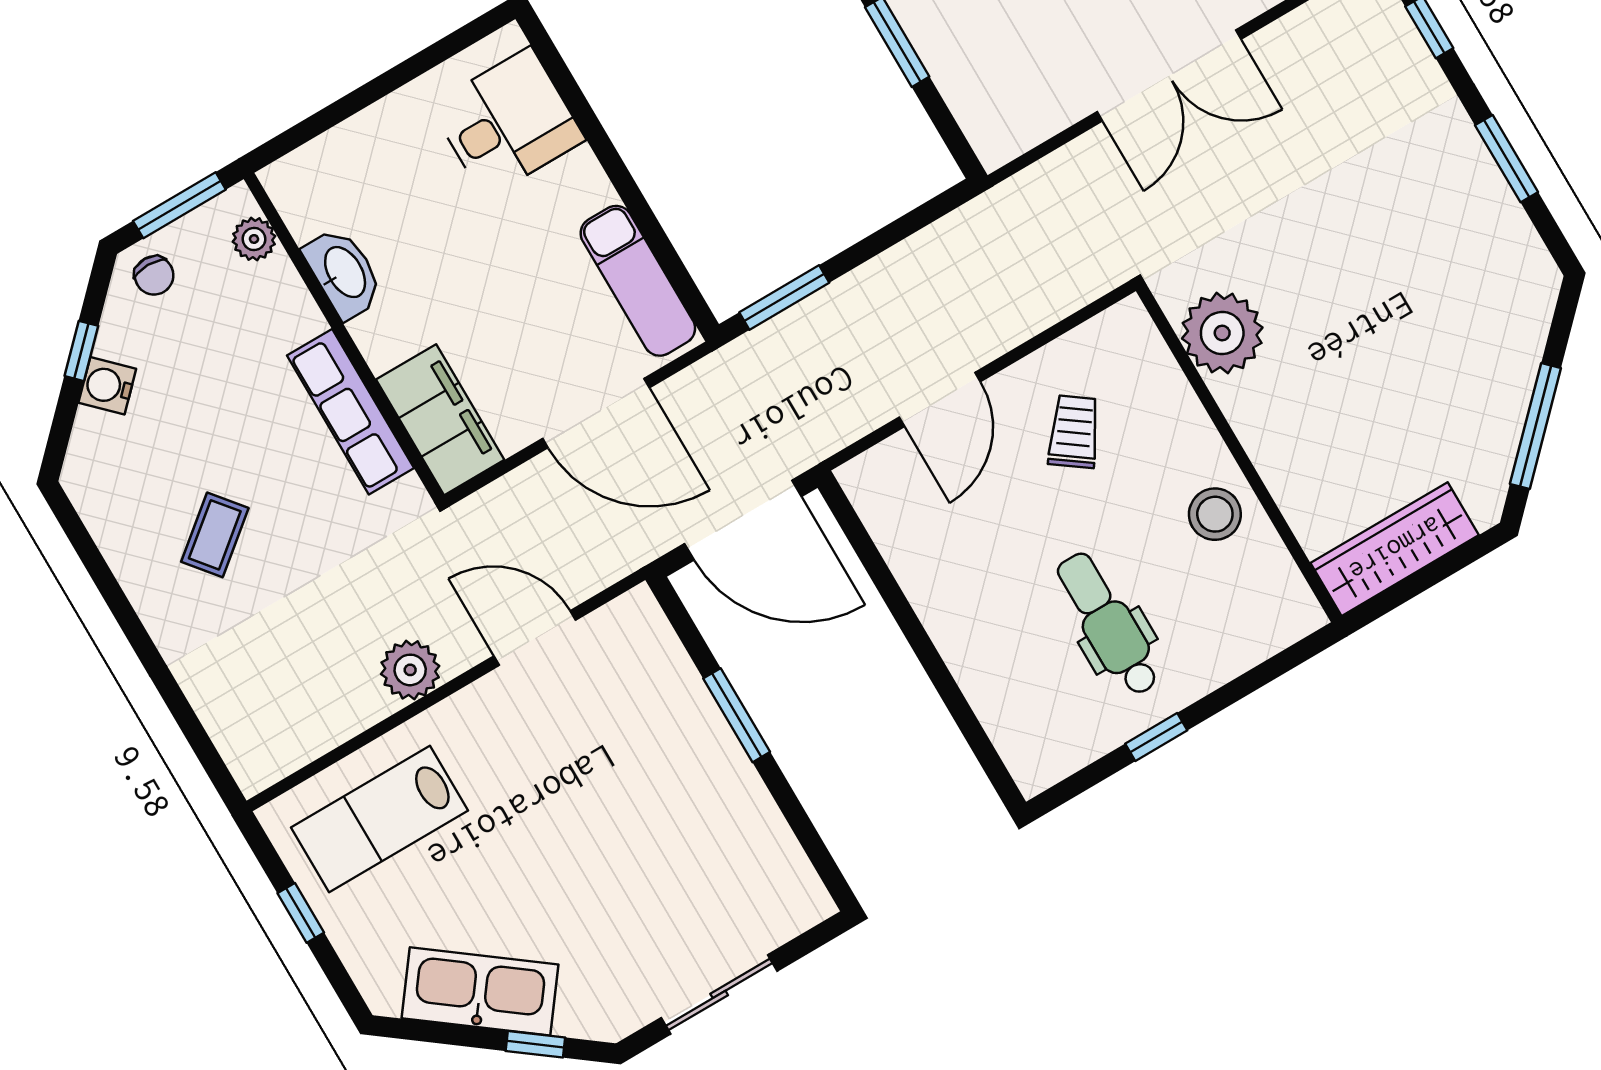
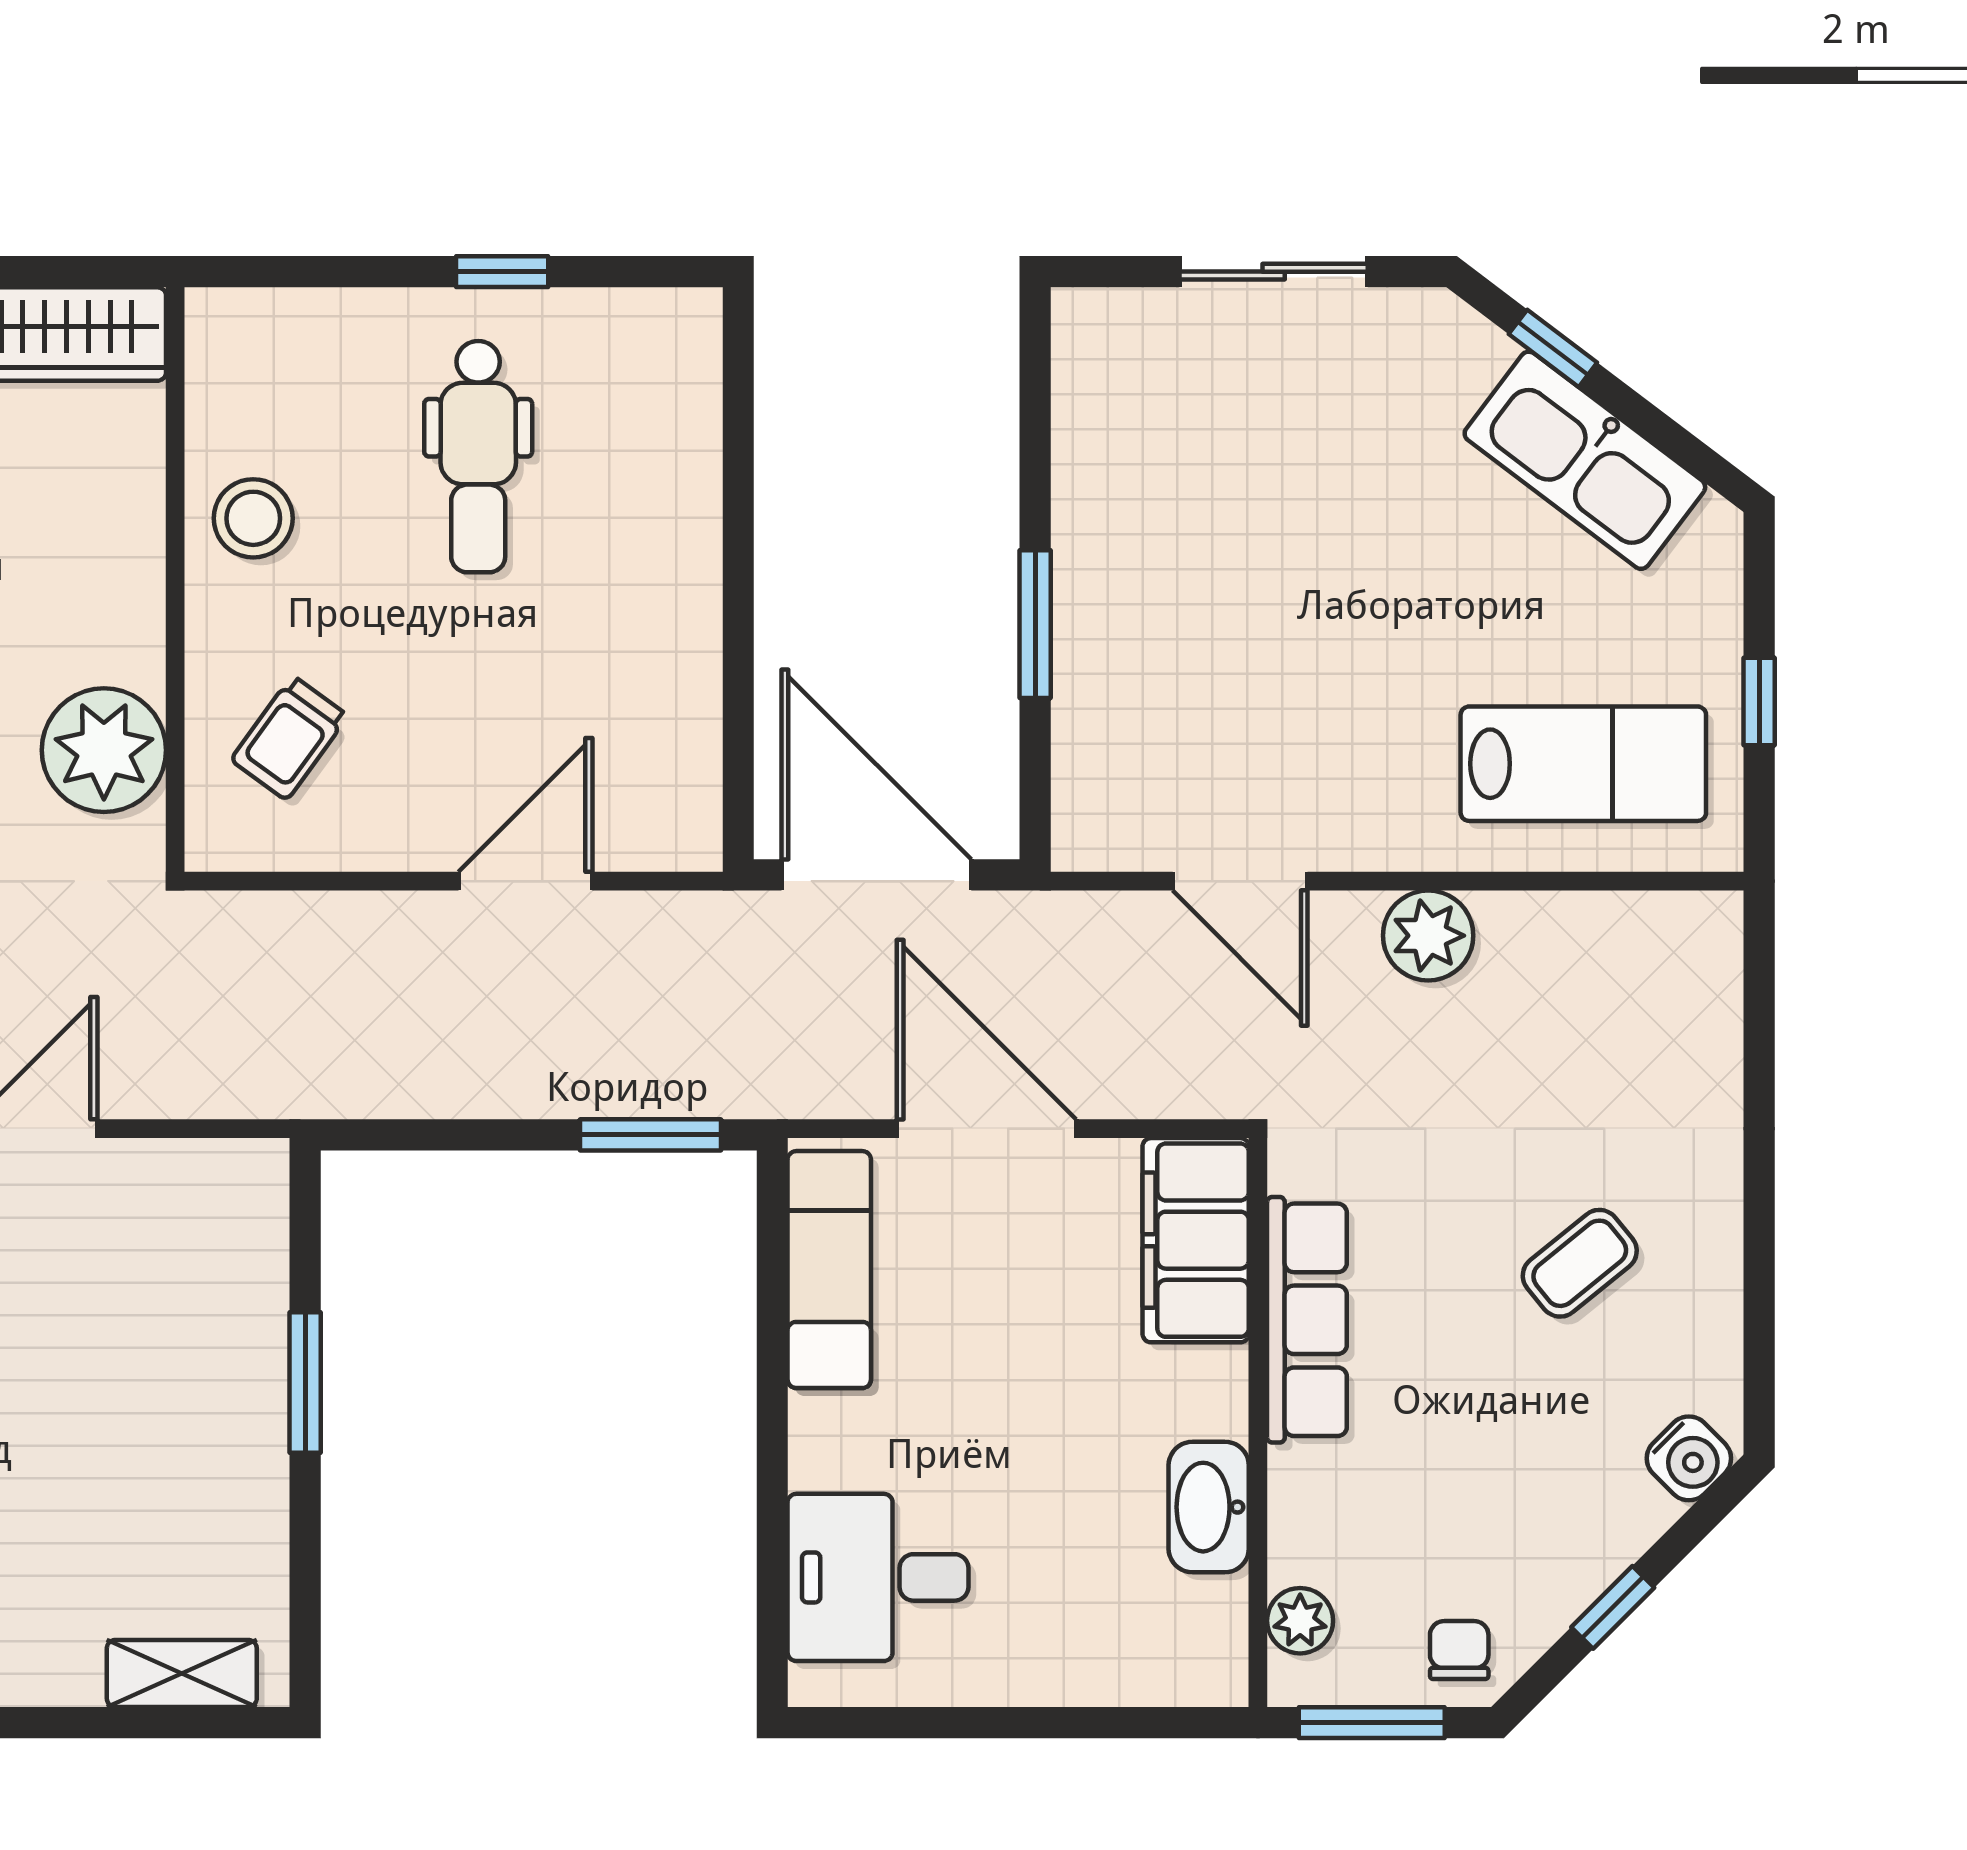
water cooler: (107, 386) -> (1689, 1458), moved
trolley: (1074, 432) -> (289, 738), moved

